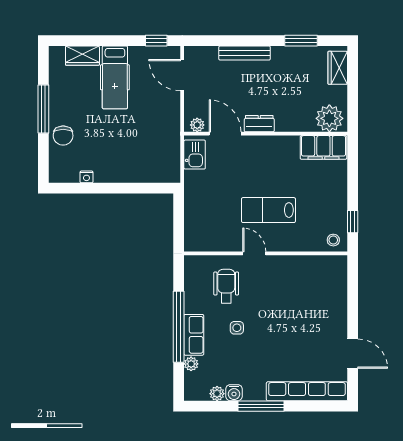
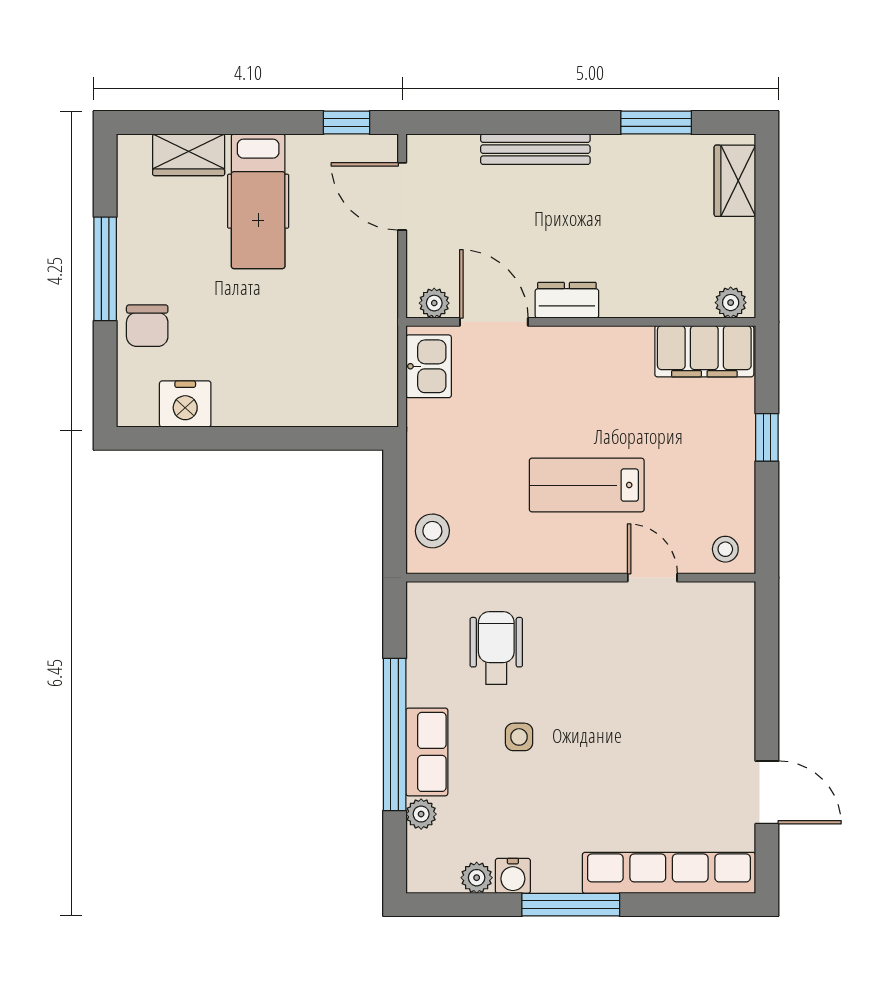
plant: (329, 118) -> (731, 303), width x0.53, depth x0.53
nightstand: (86, 177) -> (185, 404), width x1.89, depth x1.79
window: (353, 222) -> (767, 437), moved
stool: (196, 231) -> (432, 531), added
door: (254, 253) -> (652, 578), moved

